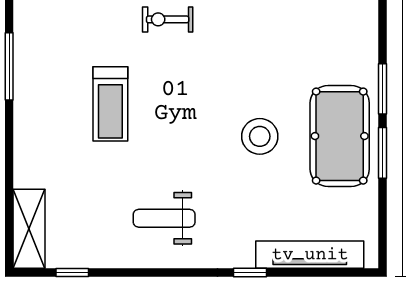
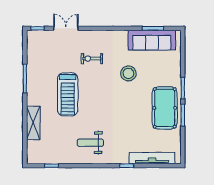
treadmill: (110, 104) -> (68, 94), width x1.37, depth x1.38
stool: (260, 136) -> (128, 73), moved
shelving: (29, 229) -> (33, 123), moved

